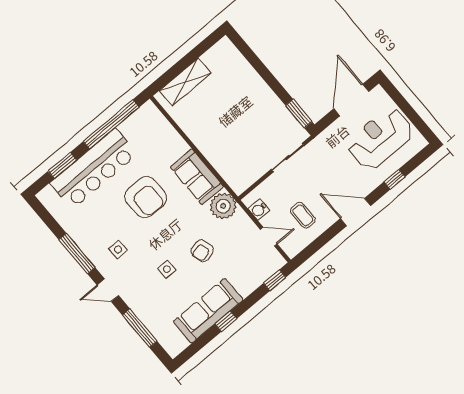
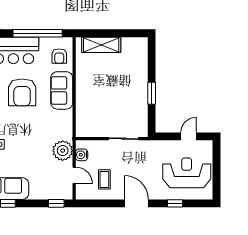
door: (351, 100) -> (189, 136), width x0.53
window: (299, 114) -> (152, 93), moved
sofa: (197, 177) -> (62, 90), moved
plant: (223, 206) -> (63, 151), moved
armchair: (202, 251) -> (59, 56), moved, turned -75

